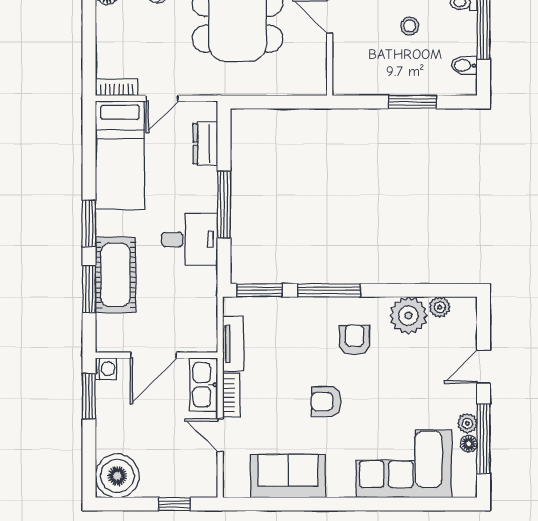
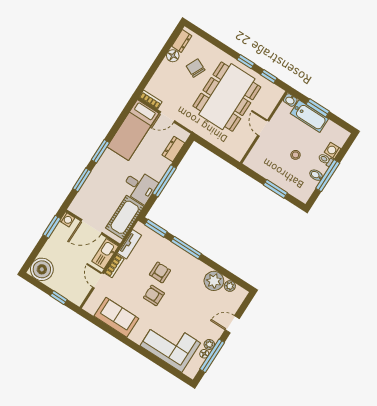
bidet: (464, 65) -> (316, 175), moved
cot: (116, 275) -> (125, 217), moved
armchair: (354, 340) -> (160, 272), moved

